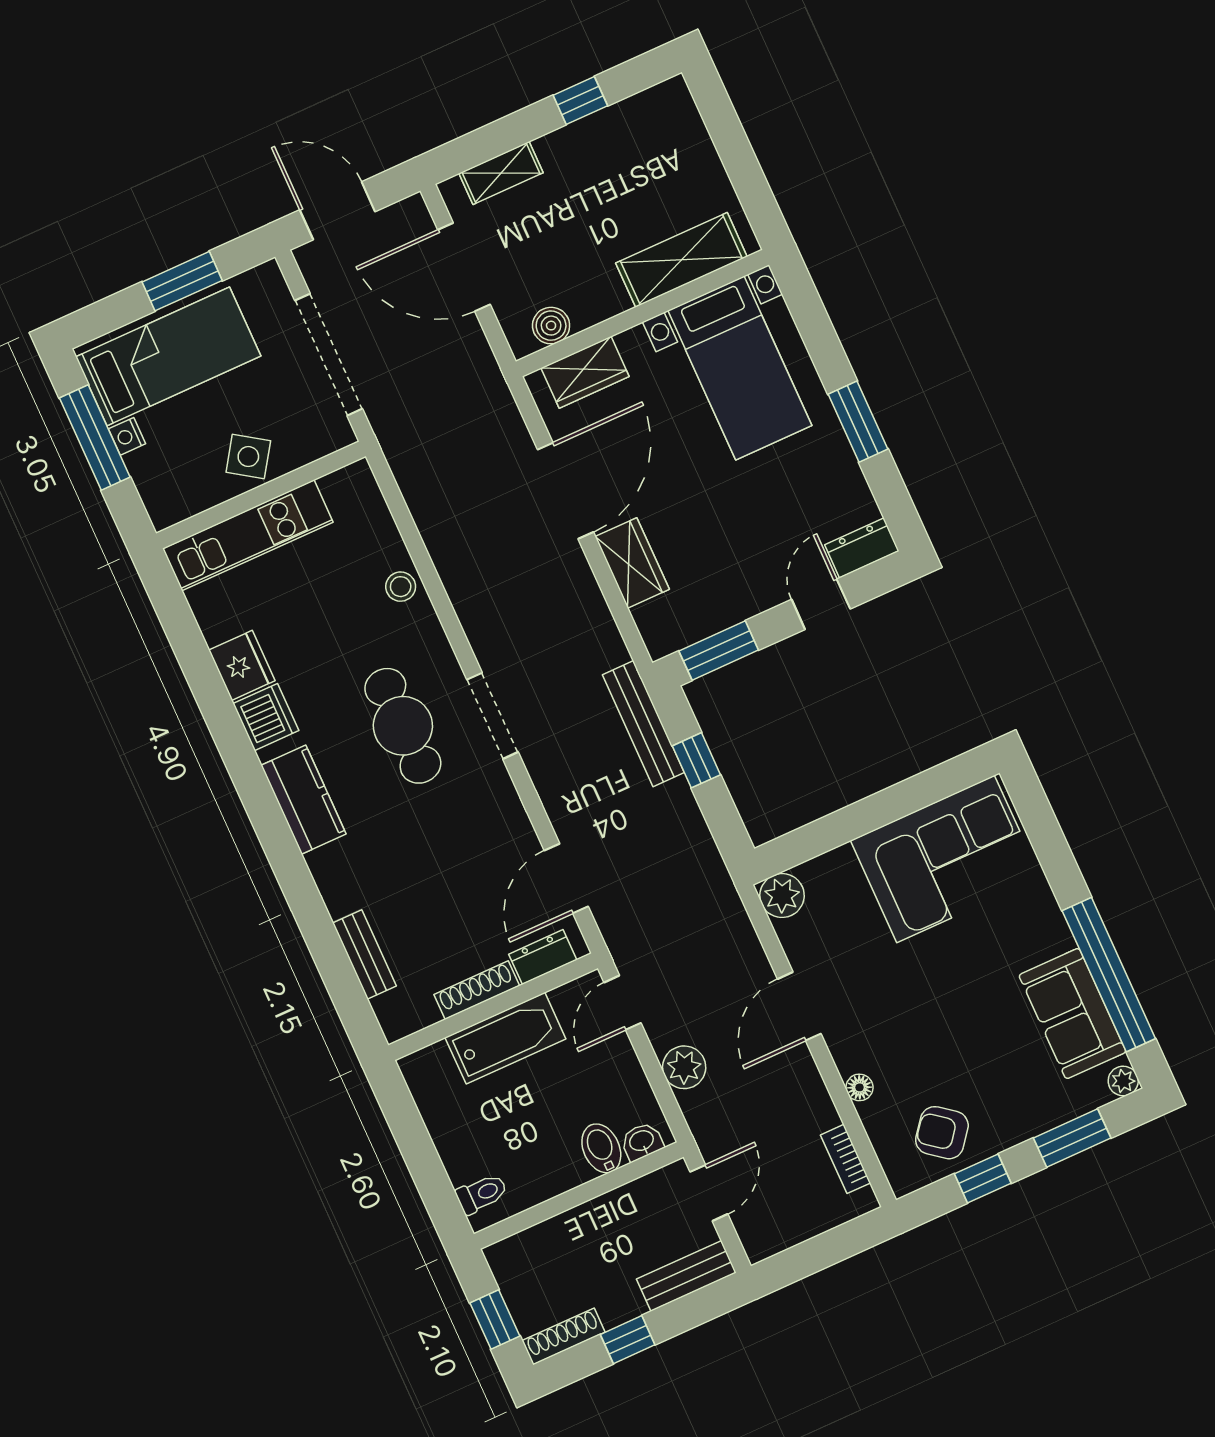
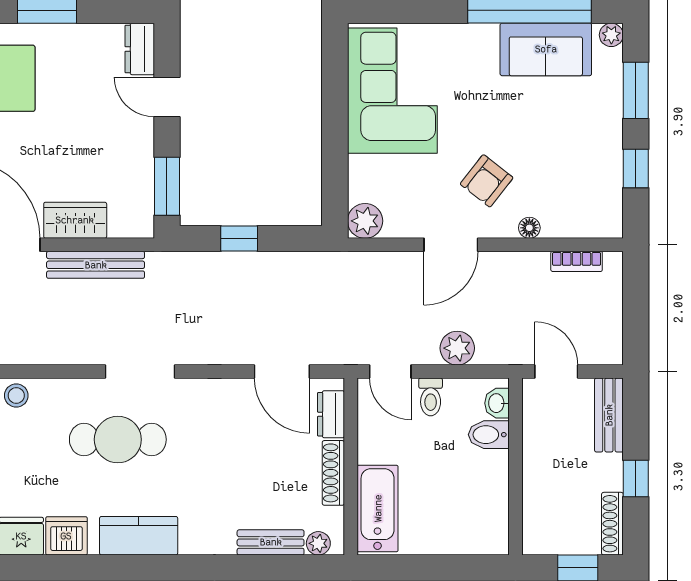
bench: (643, 724) -> (96, 265), moved
door: (799, 1006) -> (451, 245), hinge flipped
plant: (388, 1010) -> (318, 543), added
bathtub: (505, 1038) -> (378, 508), moved
armchair: (942, 1133) -> (487, 181), moved
toilet: (482, 1194) -> (431, 397), moved, turned 180

